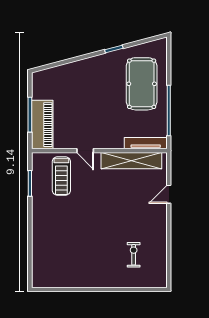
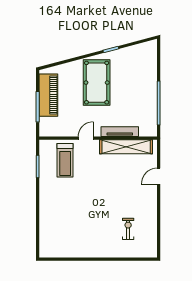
pool table: (142, 84) -> (97, 83), moved
piano: (42, 125) -> (48, 95), moved
tv unit: (146, 143) -> (120, 132), moved
door: (85, 151) -> (86, 138), swing flipped

